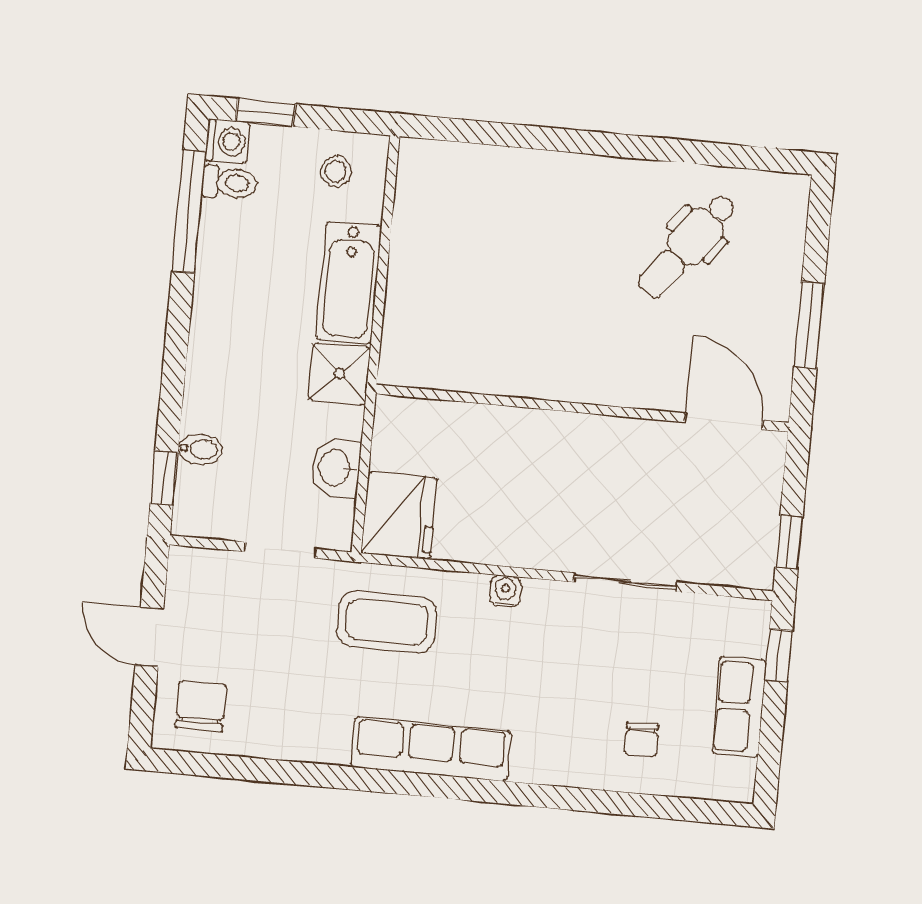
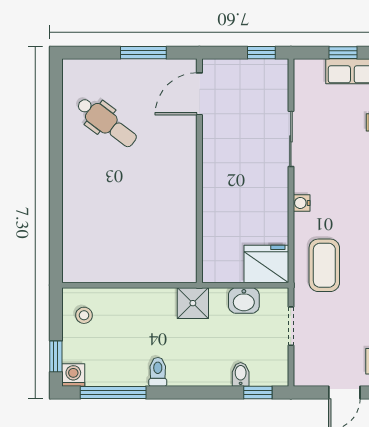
toilet: (230, 183) -> (158, 372), moved
bathtub: (349, 283) -> (143, 303), removed
window: (779, 655) -> (343, 53), moved

